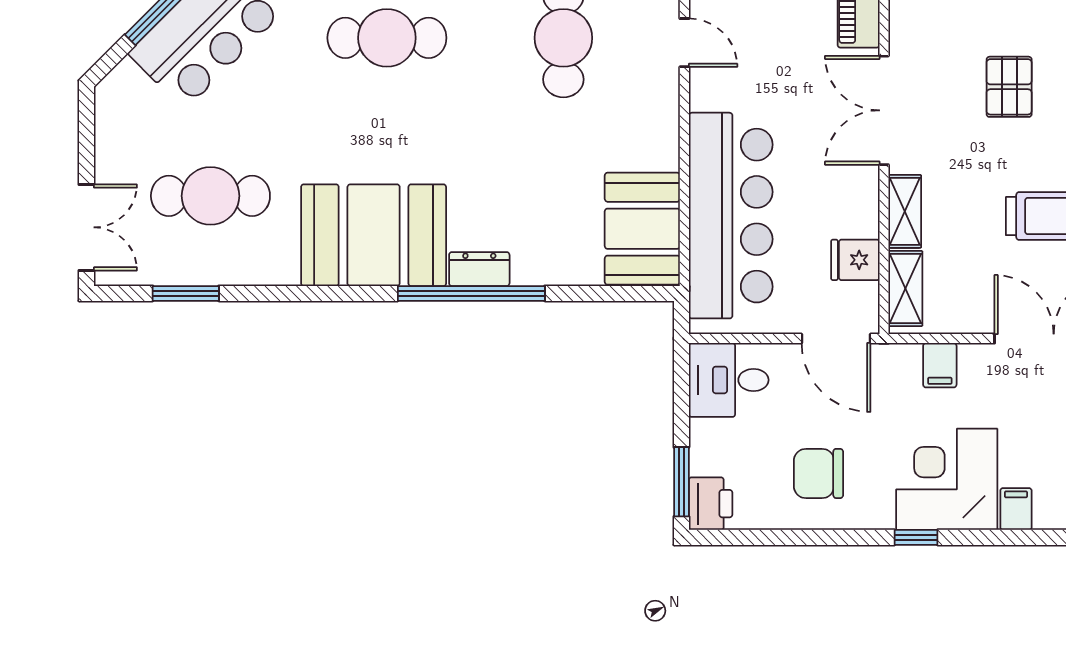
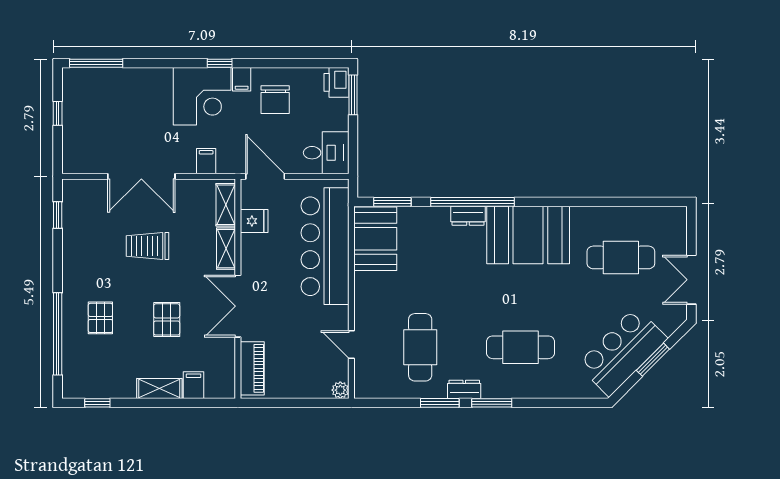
double door: (884, 110) -> (238, 306), swing flipped
double door: (87, 227) -> (691, 280), moved
window: (186, 293) -> (392, 202), moved
chair: (818, 473) -> (275, 100), turned 90
filing cabinet: (1016, 509) -> (242, 79), moved

